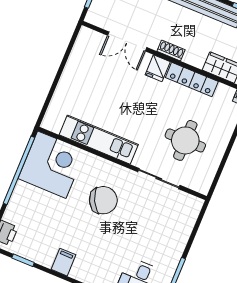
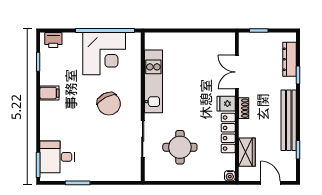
corner desk: (52, 165) -> (104, 54), moved

